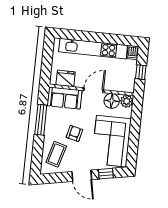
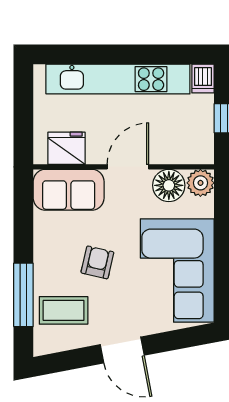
window: (41, 120) -> (23, 295), moved
coffee table: (56, 154) -> (64, 310), turned 74
window: (106, 174) -> (173, 340), removed

